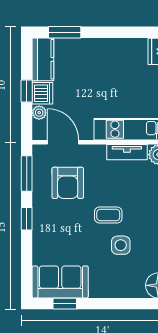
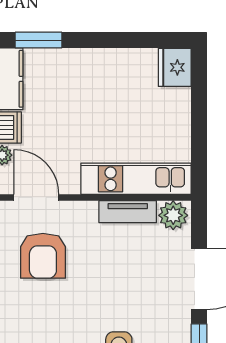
coffee table: (108, 215) -> (101, 302), removed

